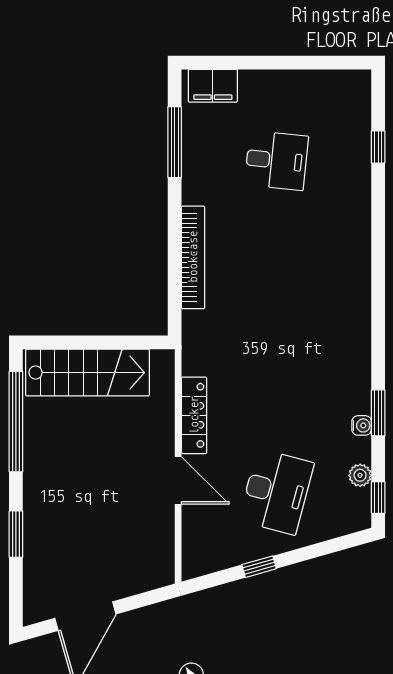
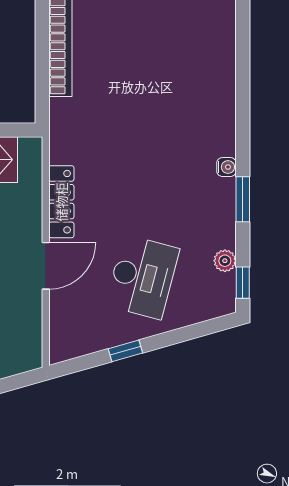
water cooler: (362, 425) -> (226, 167), moved
door: (178, 480) -> (46, 266), hinge flipped

